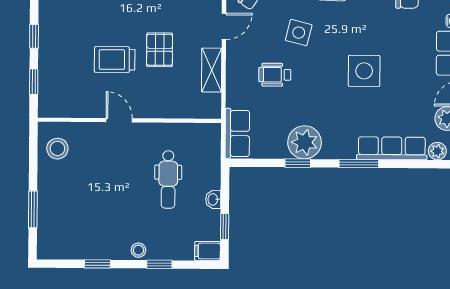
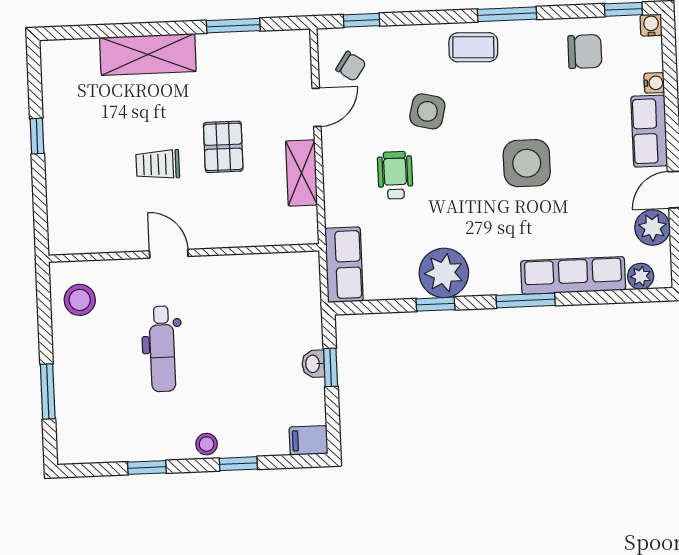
trolley: (115, 60) -> (158, 164), width x0.73, depth x0.72
wheelchair: (275, 75) -> (395, 175), turned 90
window: (34, 82) -> (40, 203), removed
dental chair: (168, 179) -> (162, 349), moved
window: (225, 226) -> (331, 367), moved

